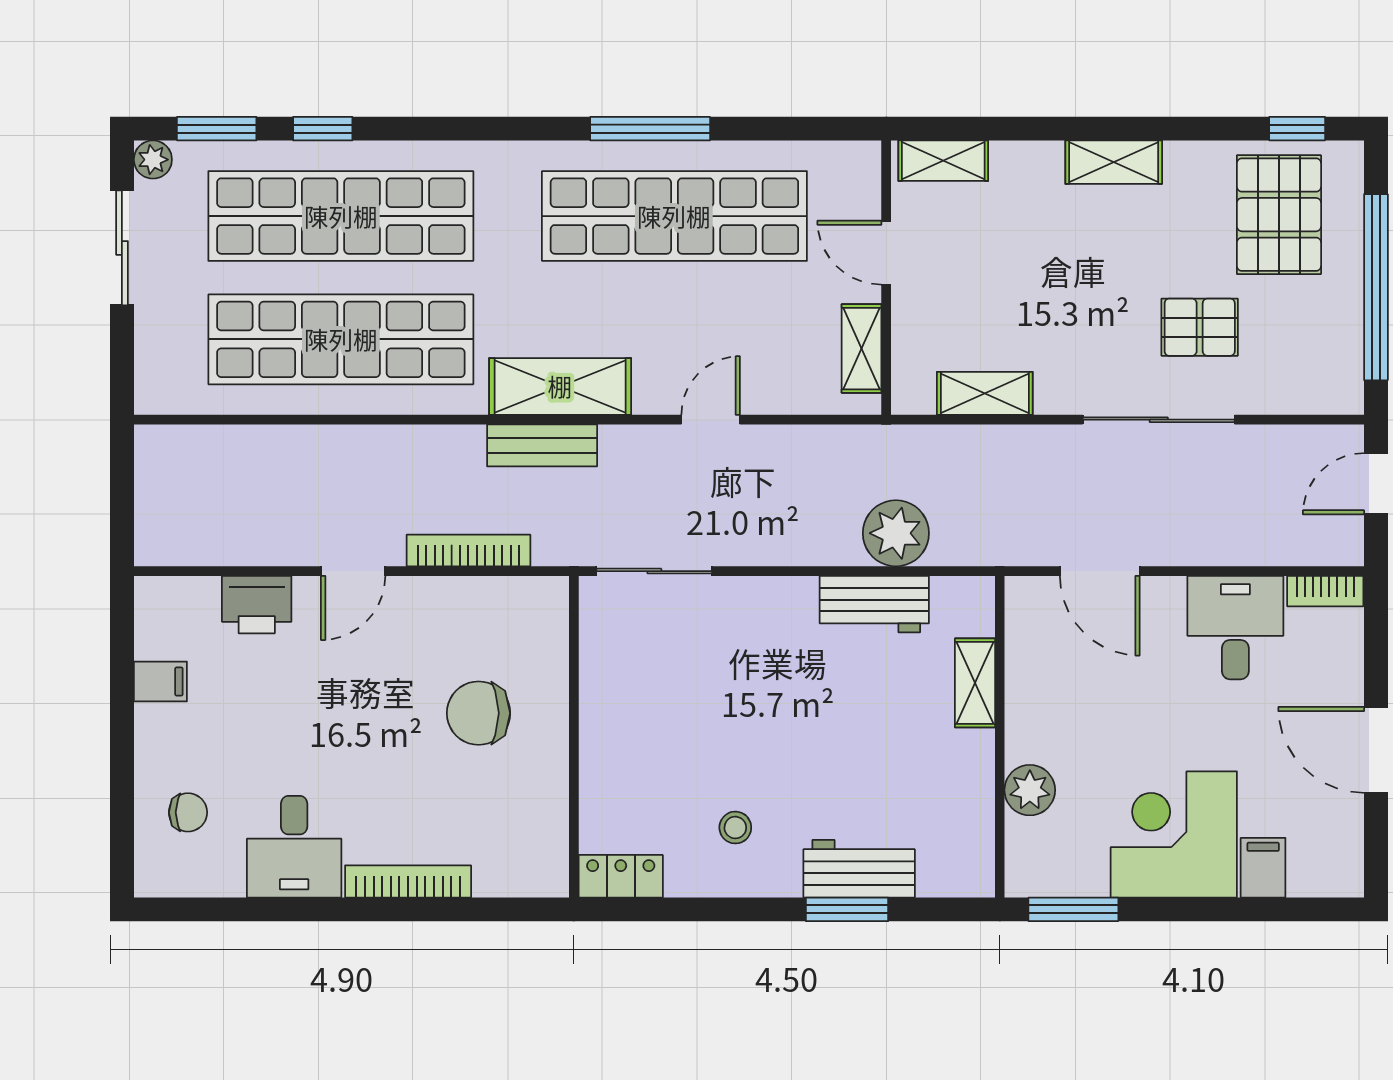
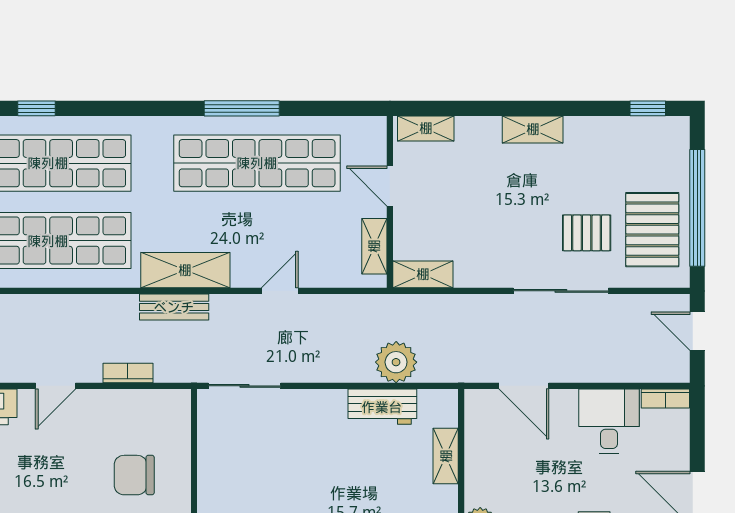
pallet: (1279, 215) -> (652, 230), moved
shelving: (985, 393) -> (423, 274), moved
door: (1376, 484) -> (697, 331), hinge flipped
bookcase: (468, 550) -> (128, 373), width x0.64

